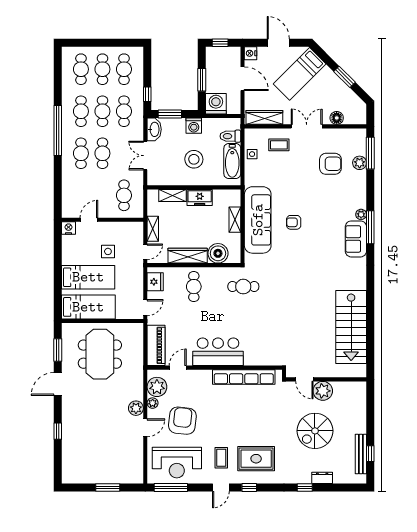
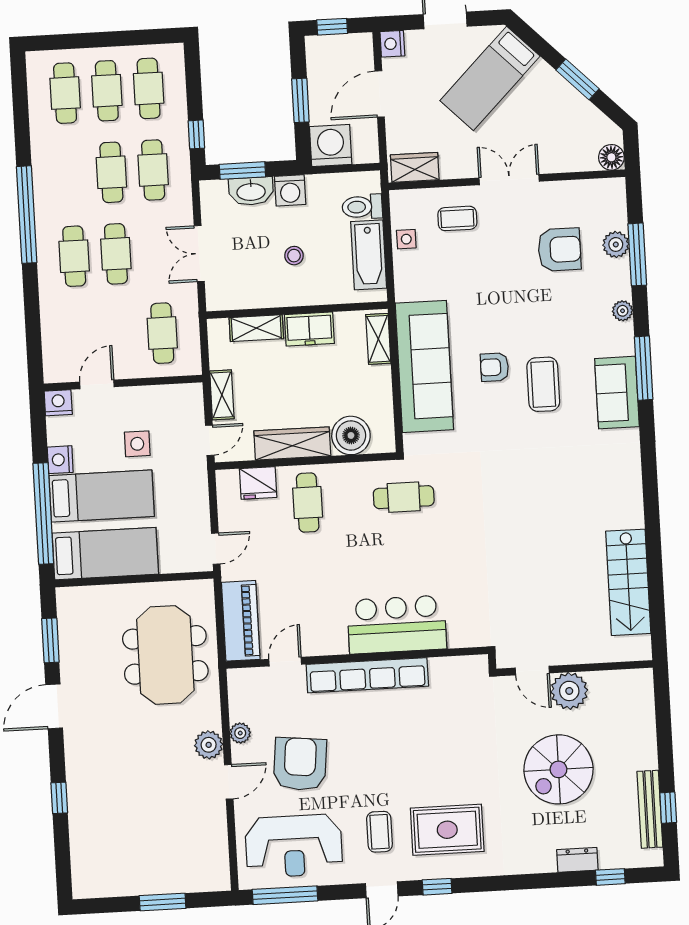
door: (243, 79) -> (380, 94), swing flipped
cafe table: (81, 111) -> (70, 175), removed
wardrobe: (264, 117) -> (415, 167), width x0.67
floor lamp: (337, 118) -> (611, 157), moved
washbasin: (154, 129) -> (251, 191), moved, turned 90
window: (370, 153) -> (637, 254), moved
stool: (194, 159) -> (294, 256), width x0.53, depth x0.53
plant: (361, 214) -> (623, 311), moved
shelving: (235, 220) -> (378, 339), moved
coffee table: (318, 233) -> (543, 384), added
nightstand: (68, 257) -> (60, 460), added
fridge: (155, 282) -> (258, 483), moved, turned 90
window: (58, 285) -> (43, 513), added
stairs: (351, 327) -> (628, 582), width x0.73, depth x0.66
bar counter: (218, 352) -> (397, 625), moved
meeting table: (100, 354) -> (165, 655), moved
row of seats: (244, 377) -> (367, 675), moved
plant: (157, 387) -> (247, 701), removed
window: (305, 488) -> (610, 877), moved

